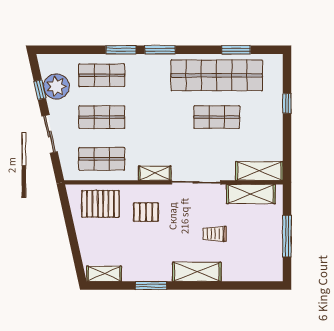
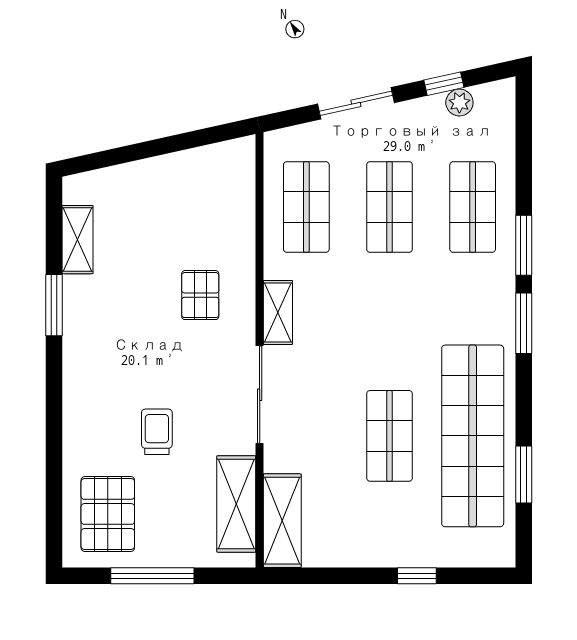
plant: (56, 86) -> (459, 103), width x0.53, depth x0.53
pallet: (100, 204) -> (108, 514), moved
shelving: (197, 272) -> (81, 396), removed
shelving: (104, 274) -> (77, 240), moved

